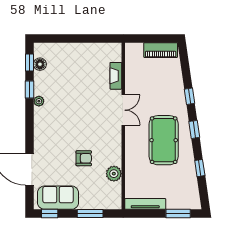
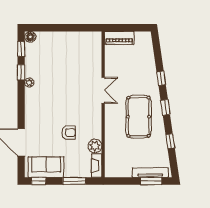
piano: (161, 50) -> (119, 38), moved
floor lamp: (40, 64) -> (30, 37), moved
fireplace: (116, 76) -> (97, 166), moved
tv unit: (145, 204) -> (150, 173), moved

